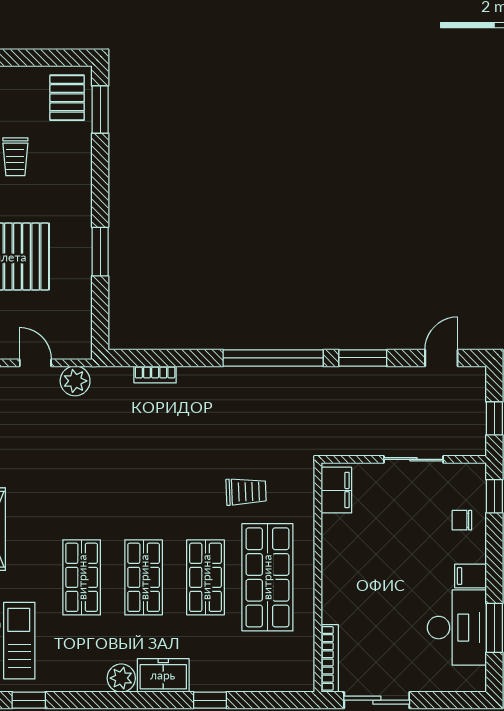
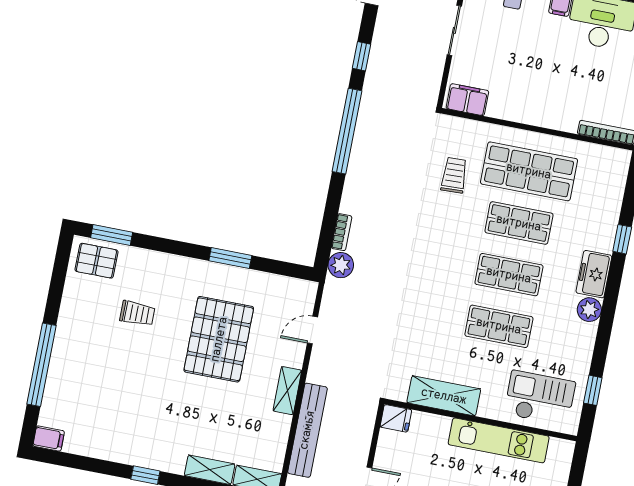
window: (363, 358) -> (362, 56), width x0.67
plant: (75, 381) -> (341, 265), moved

